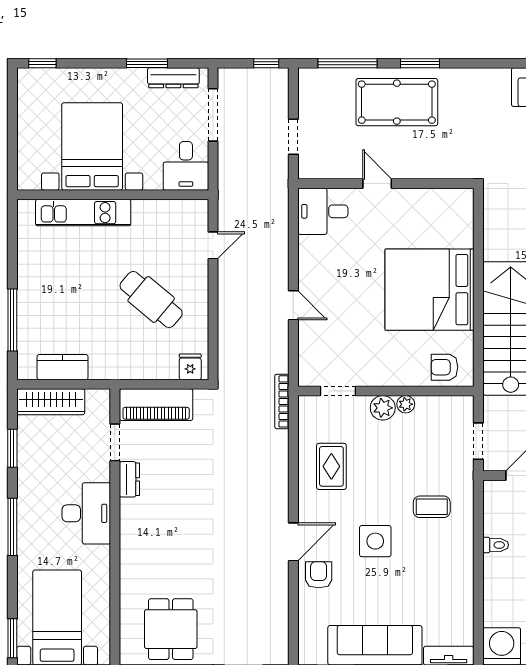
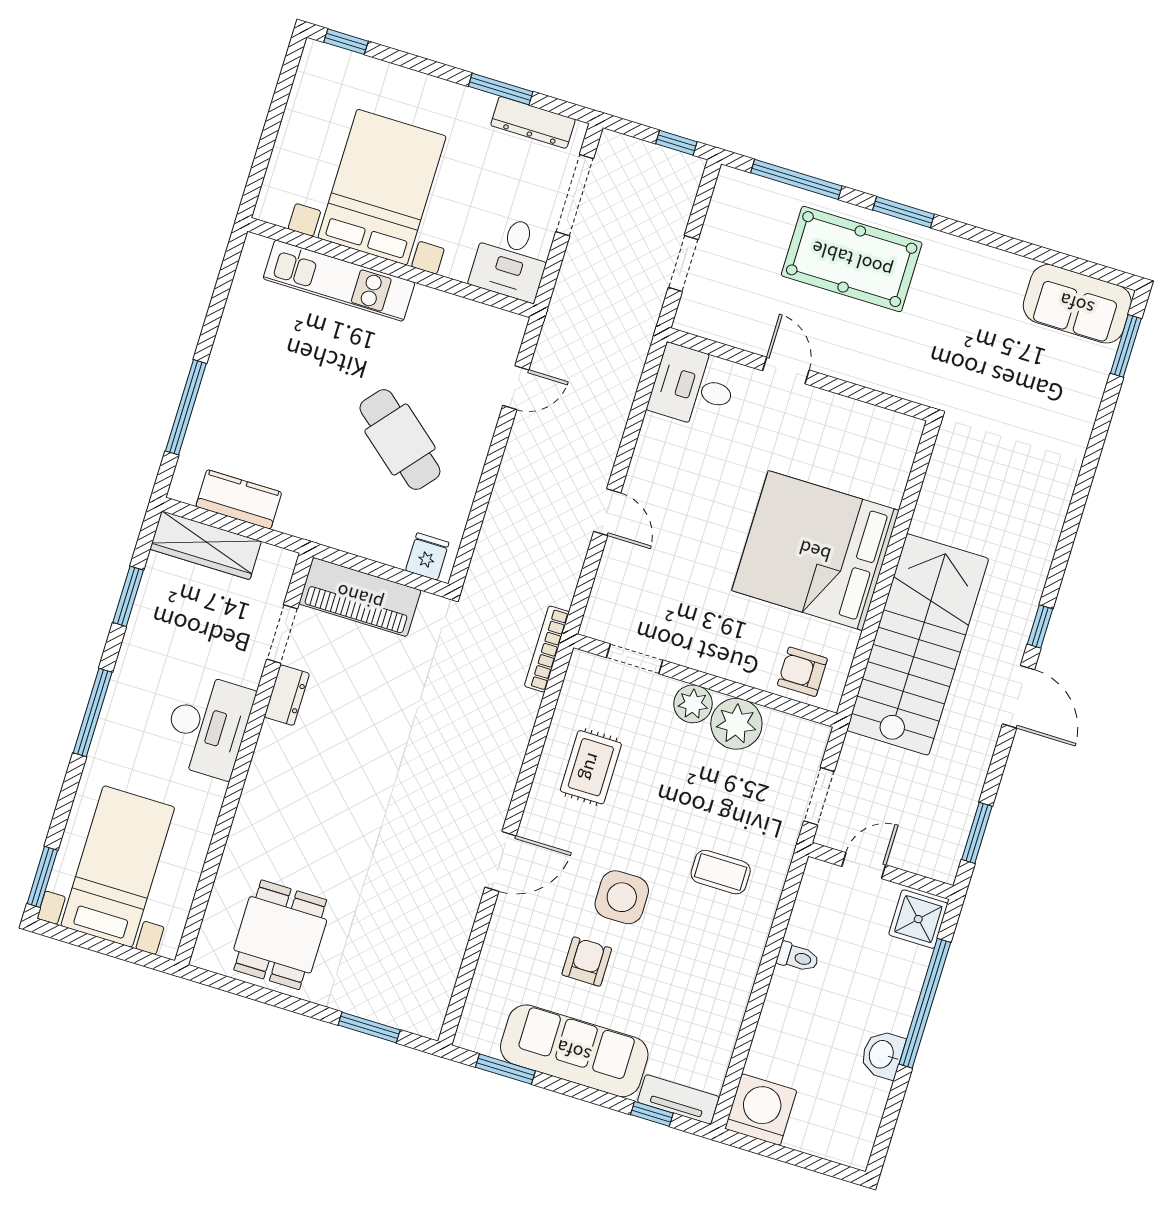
plant: (406, 404) -> (736, 724), width x1.88, depth x1.88
armchair: (319, 575) -> (587, 962), moved

